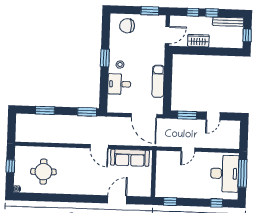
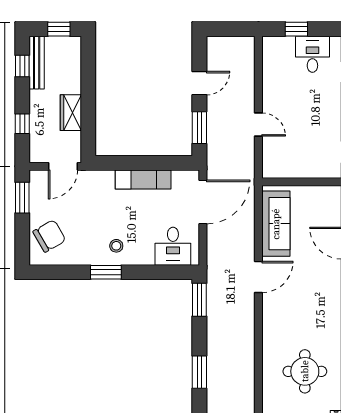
window: (212, 13) -> (22, 66), moved
chair: (127, 26) -> (49, 236), turned -120
door: (167, 35) -> (63, 166), swing flipped
desk: (119, 84) -> (173, 246), moved
door: (213, 116) -> (199, 83), hinge flipped
window: (243, 173) -> (296, 29), width x0.46
desk: (225, 174) -> (312, 54), width x0.53, depth x0.77

